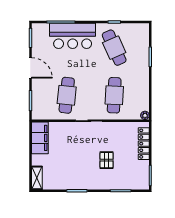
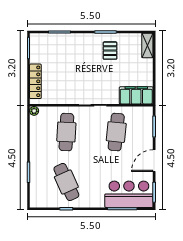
bar counter: (73, 36) -> (129, 194), moved
door: (30, 68) -> (154, 161), hinge flipped
filing cabinet: (40, 138) -> (136, 95), moved, turned 90
pallet: (107, 160) -> (110, 51), moved

